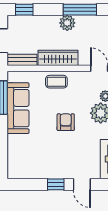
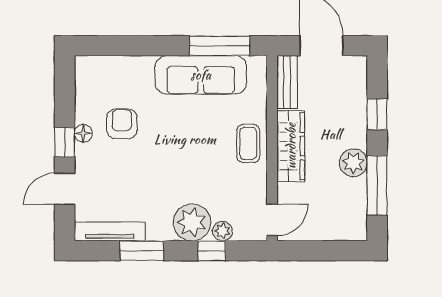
window: (24, 10) -> (377, 114), moved
armchair: (66, 122) -> (122, 124), moved, turned -90
floor lamp: (51, 174) -> (83, 133), added

